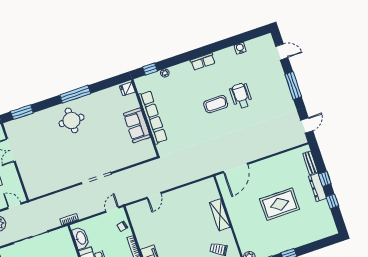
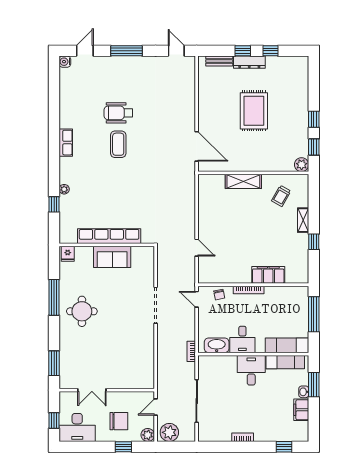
water cooler: (240, 48) -> (65, 62), moved
fridge: (127, 89) -> (68, 254), moved
row of seats: (153, 117) -> (109, 236), moved
wall: (145, 118) -> (107, 245), moved
sofa: (137, 125) -> (112, 257), moved

